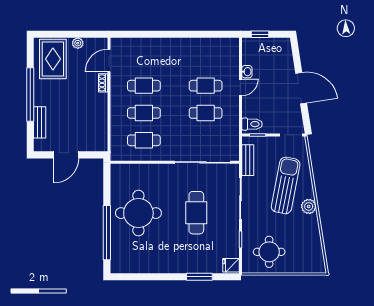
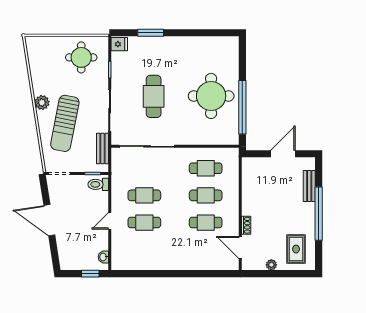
rug: (53, 59) -> (296, 249), width x0.73, depth x0.70
door: (109, 61) -> (240, 248), swing flipped
washbasin: (247, 72) -> (103, 257), moved
window: (107, 233) -> (242, 107), moved

